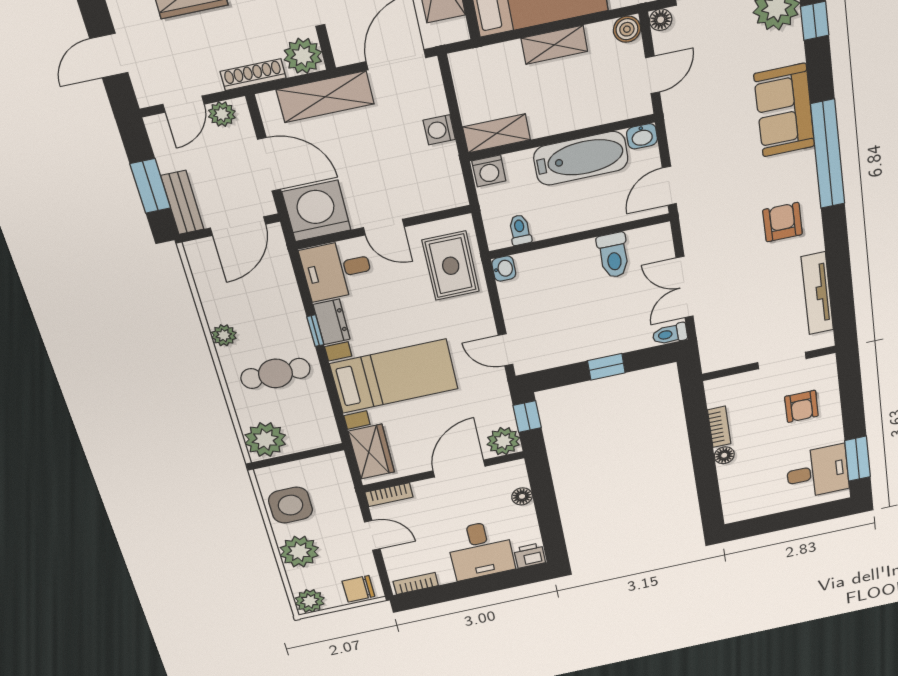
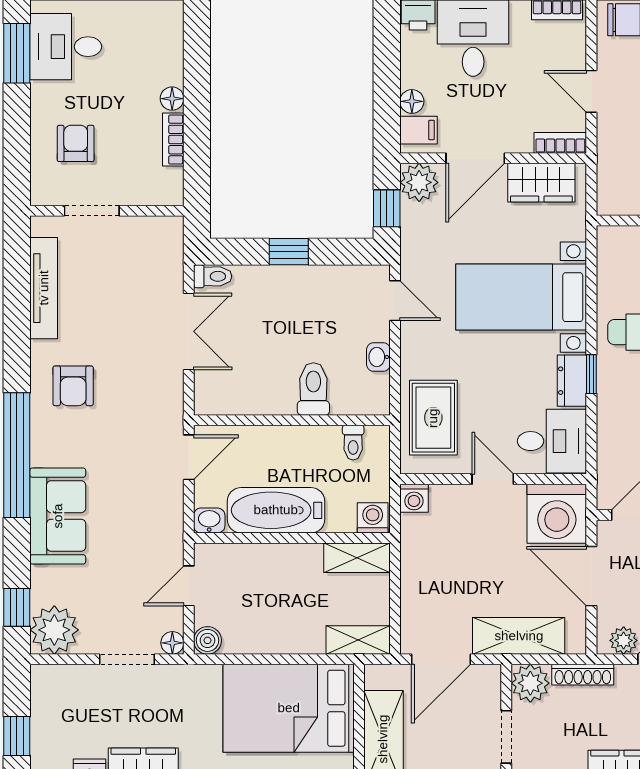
shelving: (554, 45) -> (358, 640), moved
washing machine: (439, 130) -> (414, 498), moved, turned 90
toilet: (613, 255) -> (313, 389), moved
washbasin: (504, 269) -> (378, 357), moved
wardrobe: (371, 452) -> (541, 183), moved, turned -90
filing cabinet: (512, 478) -> (418, 130), added

